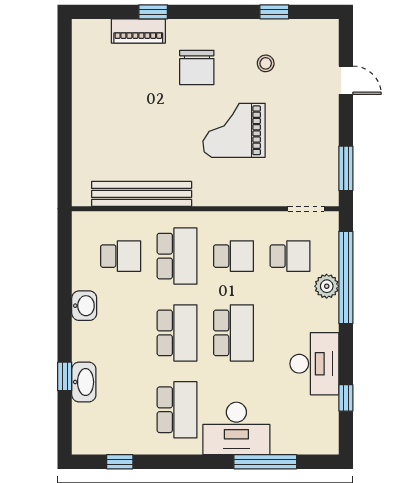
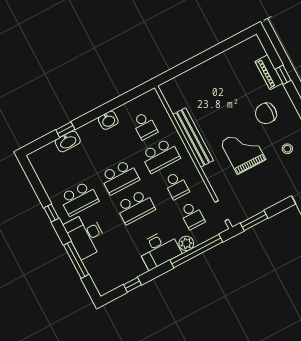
bench: (142, 194) -> (193, 138), moved
desk: (314, 364) -> (159, 249), moved
window: (120, 462) -> (51, 213), moved

